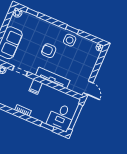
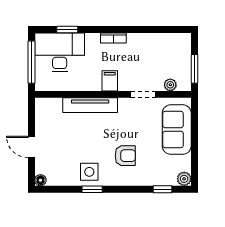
armchair: (49, 51) -> (125, 156), moved
door: (88, 88) -> (31, 147), moved
desk: (61, 117) -> (60, 52), width x1.37

